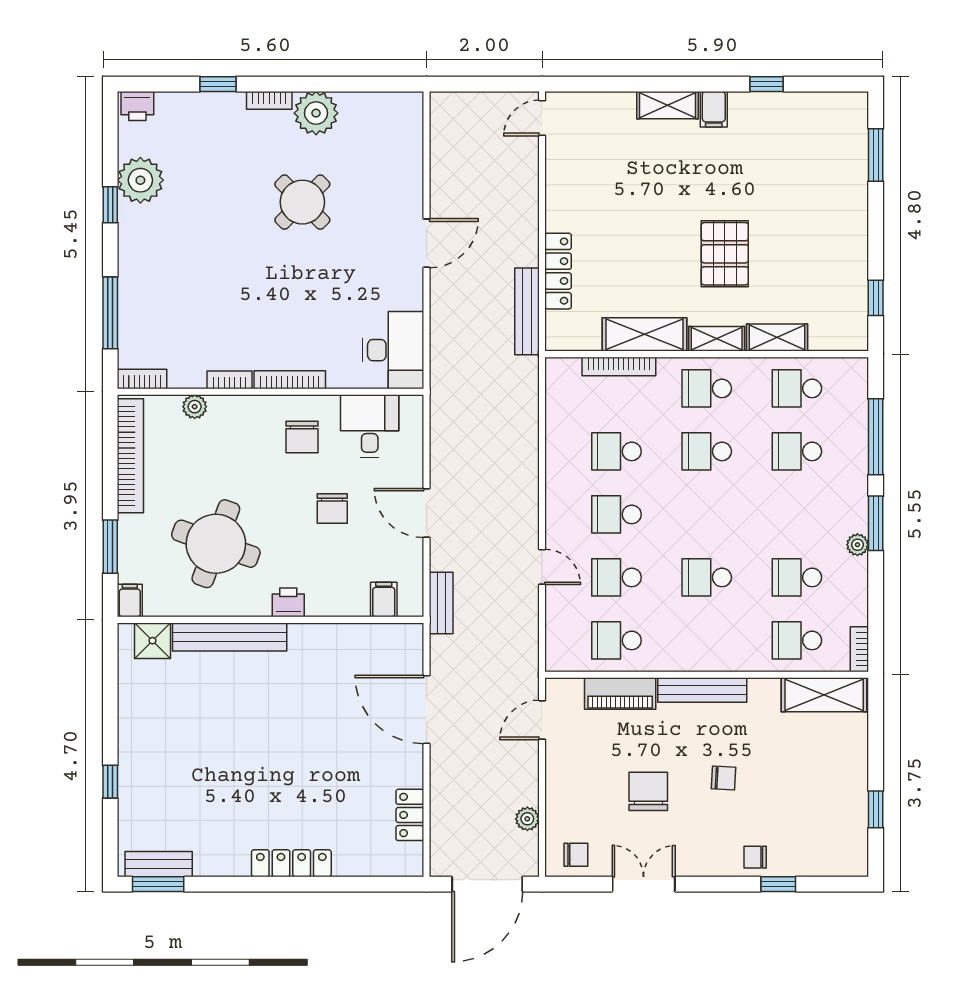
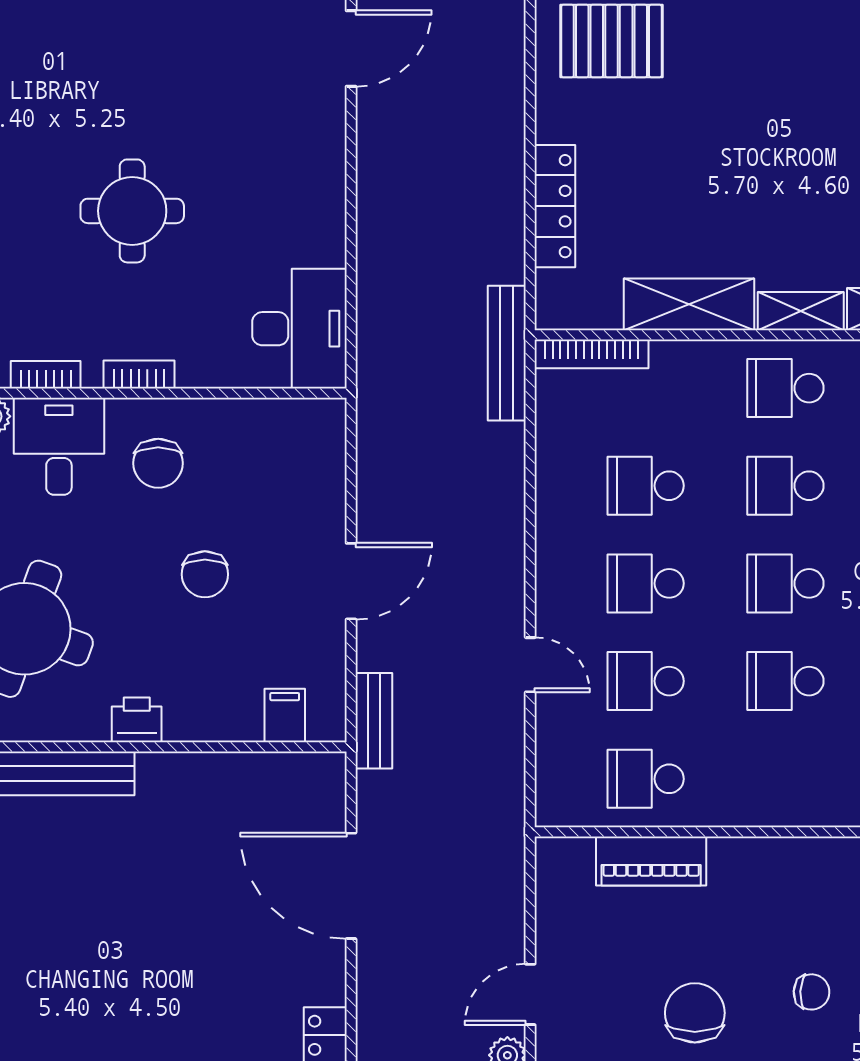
round table: (302, 202) -> (132, 211), moved, turned 45
door: (427, 243) -> (351, 49), moved
pallet: (725, 254) -> (611, 41), moved, turned 90
bench: (527, 311) -> (507, 353), moved
bookcase: (619, 366) -> (592, 354), moved
bookcase: (290, 380) -> (139, 375), width x0.64
desk: (370, 426) -> (59, 446), moved
door: (427, 513) -> (351, 581), swing flipped
school desk: (707, 514) -> (785, 583), added
bench: (702, 690) -> (779, 856), removed
door: (542, 720) -> (530, 994), moved

